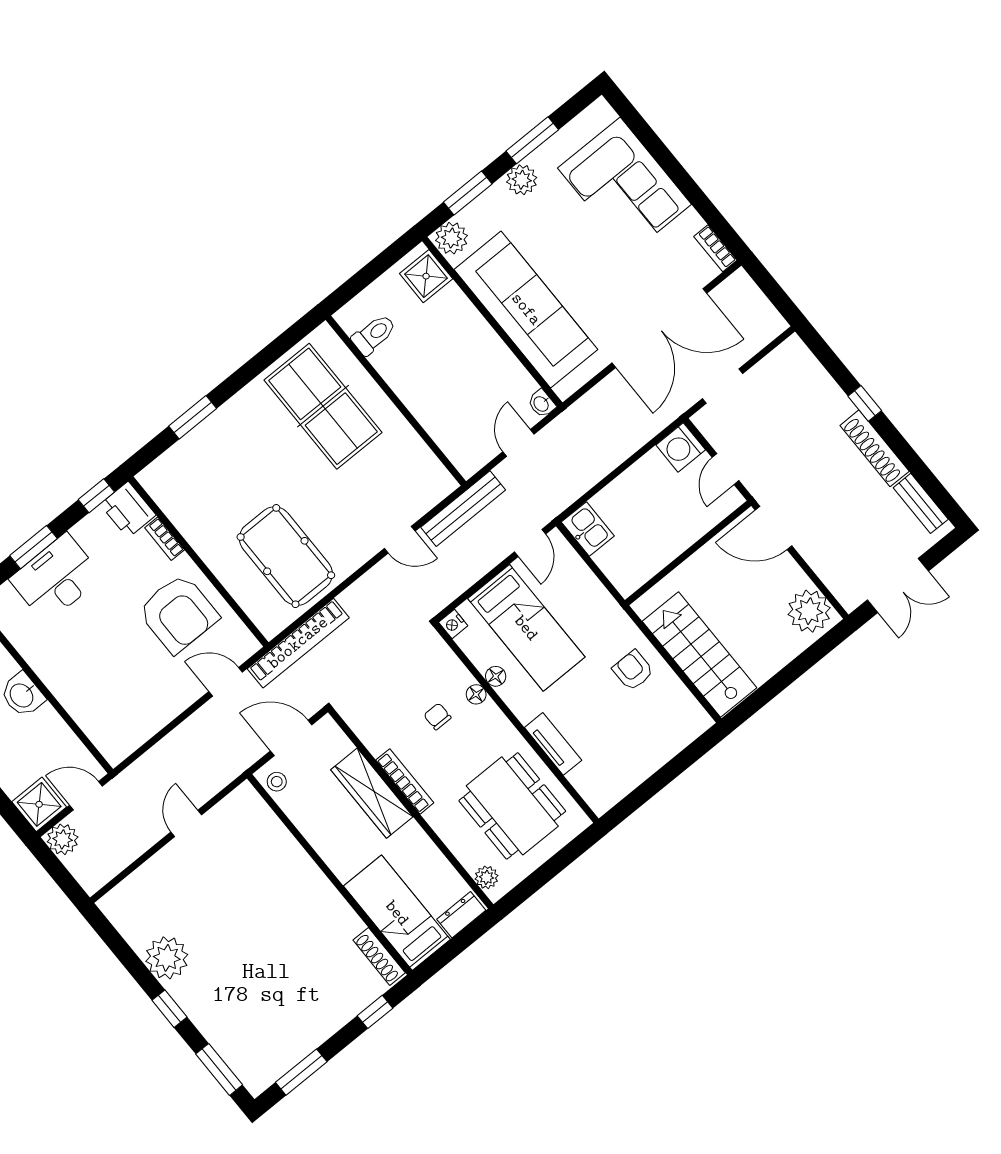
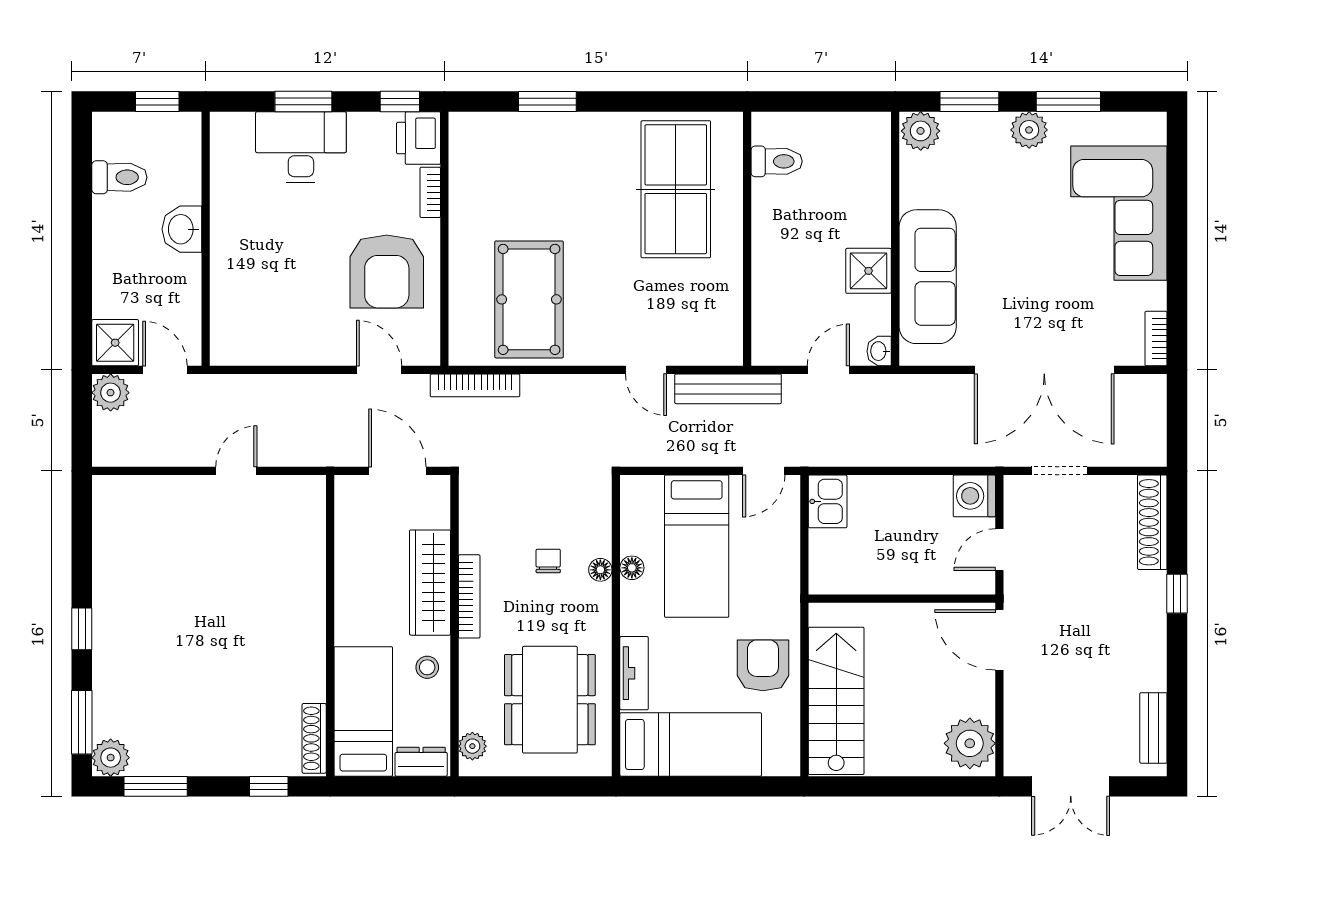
shower: (426, 276) -> (868, 271), moved
sofa: (526, 309) -> (928, 277), width x0.74, depth x0.79
shoe rack: (875, 448) -> (1152, 522), moved
nightstand: (453, 624) -> (632, 488), removed
bookcase: (298, 643) -> (475, 385), width x0.68, depth x0.76
armchair: (633, 670) -> (763, 665), width x1.38, depth x1.38
bed: (628, 760) -> (691, 744), added
stool: (277, 782) -> (427, 667), moved
plant: (167, 958) -> (111, 758), moved, width x0.73, depth x0.73

